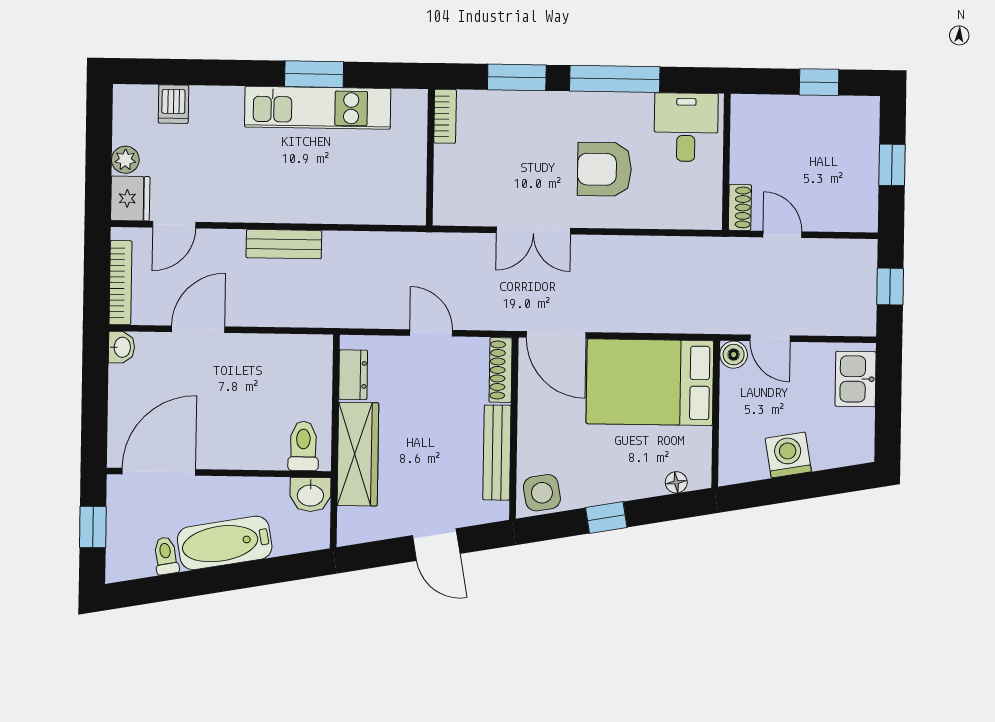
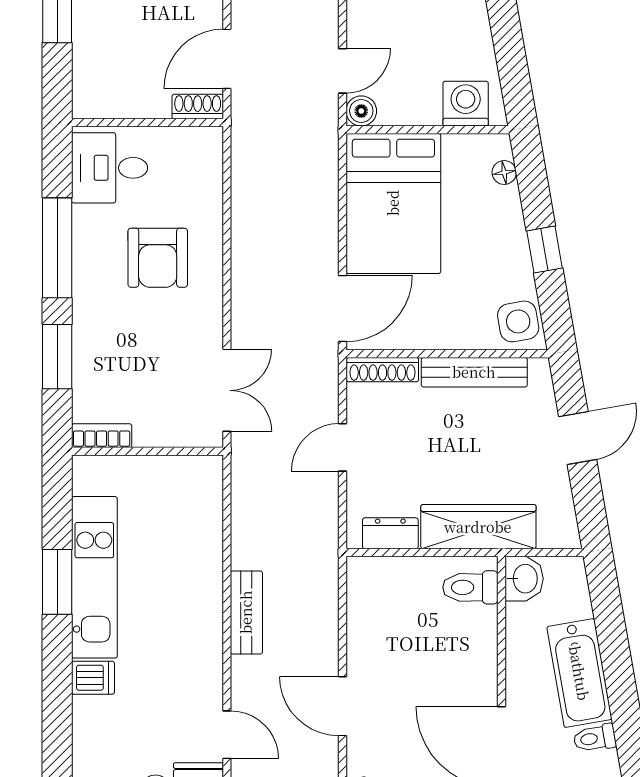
dishwasher: (173, 104) -> (93, 678), moved
double door: (533, 230) -> (227, 390), moved
door: (782, 234) -> (227, 59), width x1.37
washing machine: (788, 455) -> (466, 104), moved, turned 100

